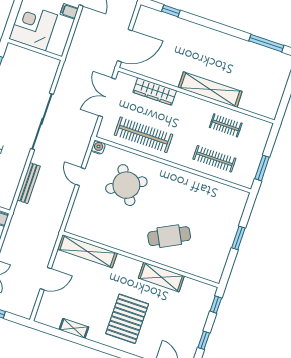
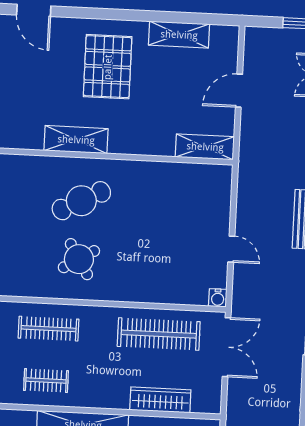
double door: (107, 97) -> (226, 347), moved
round table: (126, 185) -> (79, 259), moved, width x0.73, depth x0.73
shelving: (87, 251) -> (205, 147), width x0.68
shelving: (74, 328) -> (179, 35), width x1.50, depth x1.33

